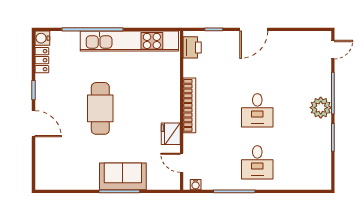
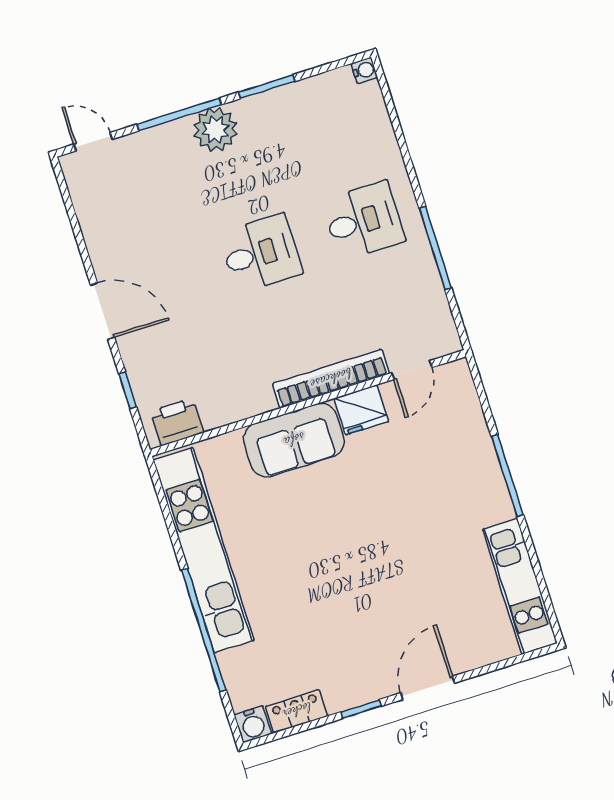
bookcase: (189, 105) -> (331, 379), moved
cafe table: (100, 108) -> (355, 565), removed
sofa: (123, 176) -> (294, 440), moved, turned -90
kitchen unit: (67, 181) -> (520, 586), added
water cooler: (196, 185) -> (364, 70), moved

